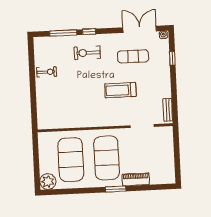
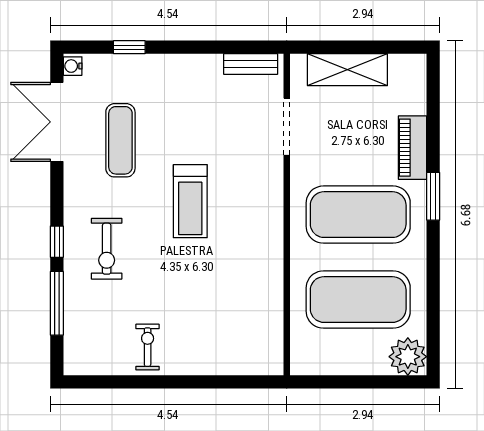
treadmill: (120, 90) -> (190, 201), moved
shelving: (167, 150) -> (347, 70), added

